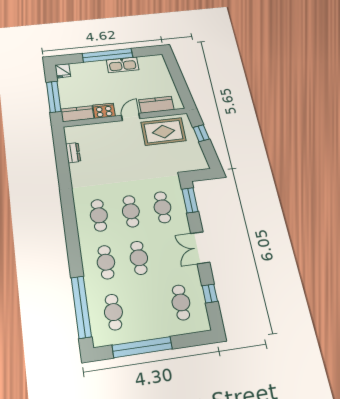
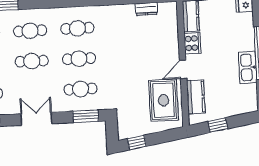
window: (181, 85) -> (218, 125), added
door: (131, 117) -> (183, 69), swing flipped
window: (201, 133) -> (137, 142), moved

